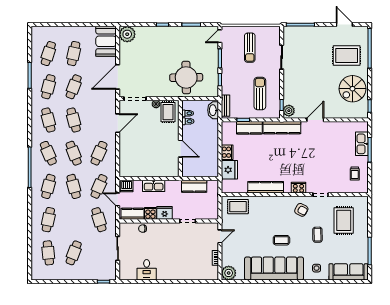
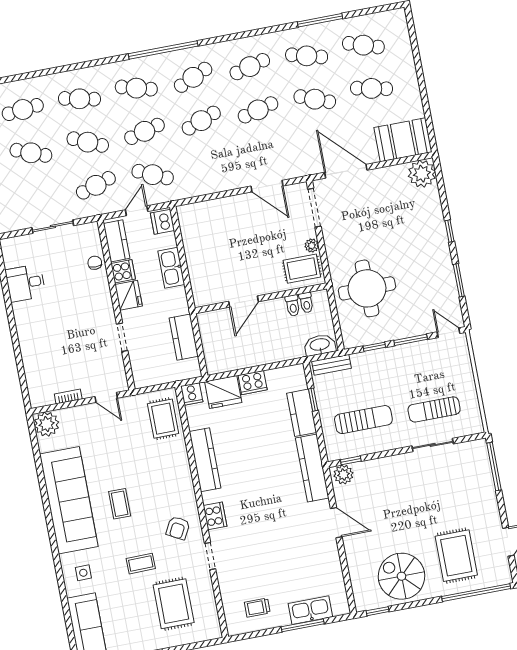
sun lounger: (250, 48) -> (434, 409), moved
cafe table: (99, 153) -> (88, 142), moved
cooker: (227, 188) -> (192, 394), added
rug: (344, 220) -> (174, 604), turned 90

